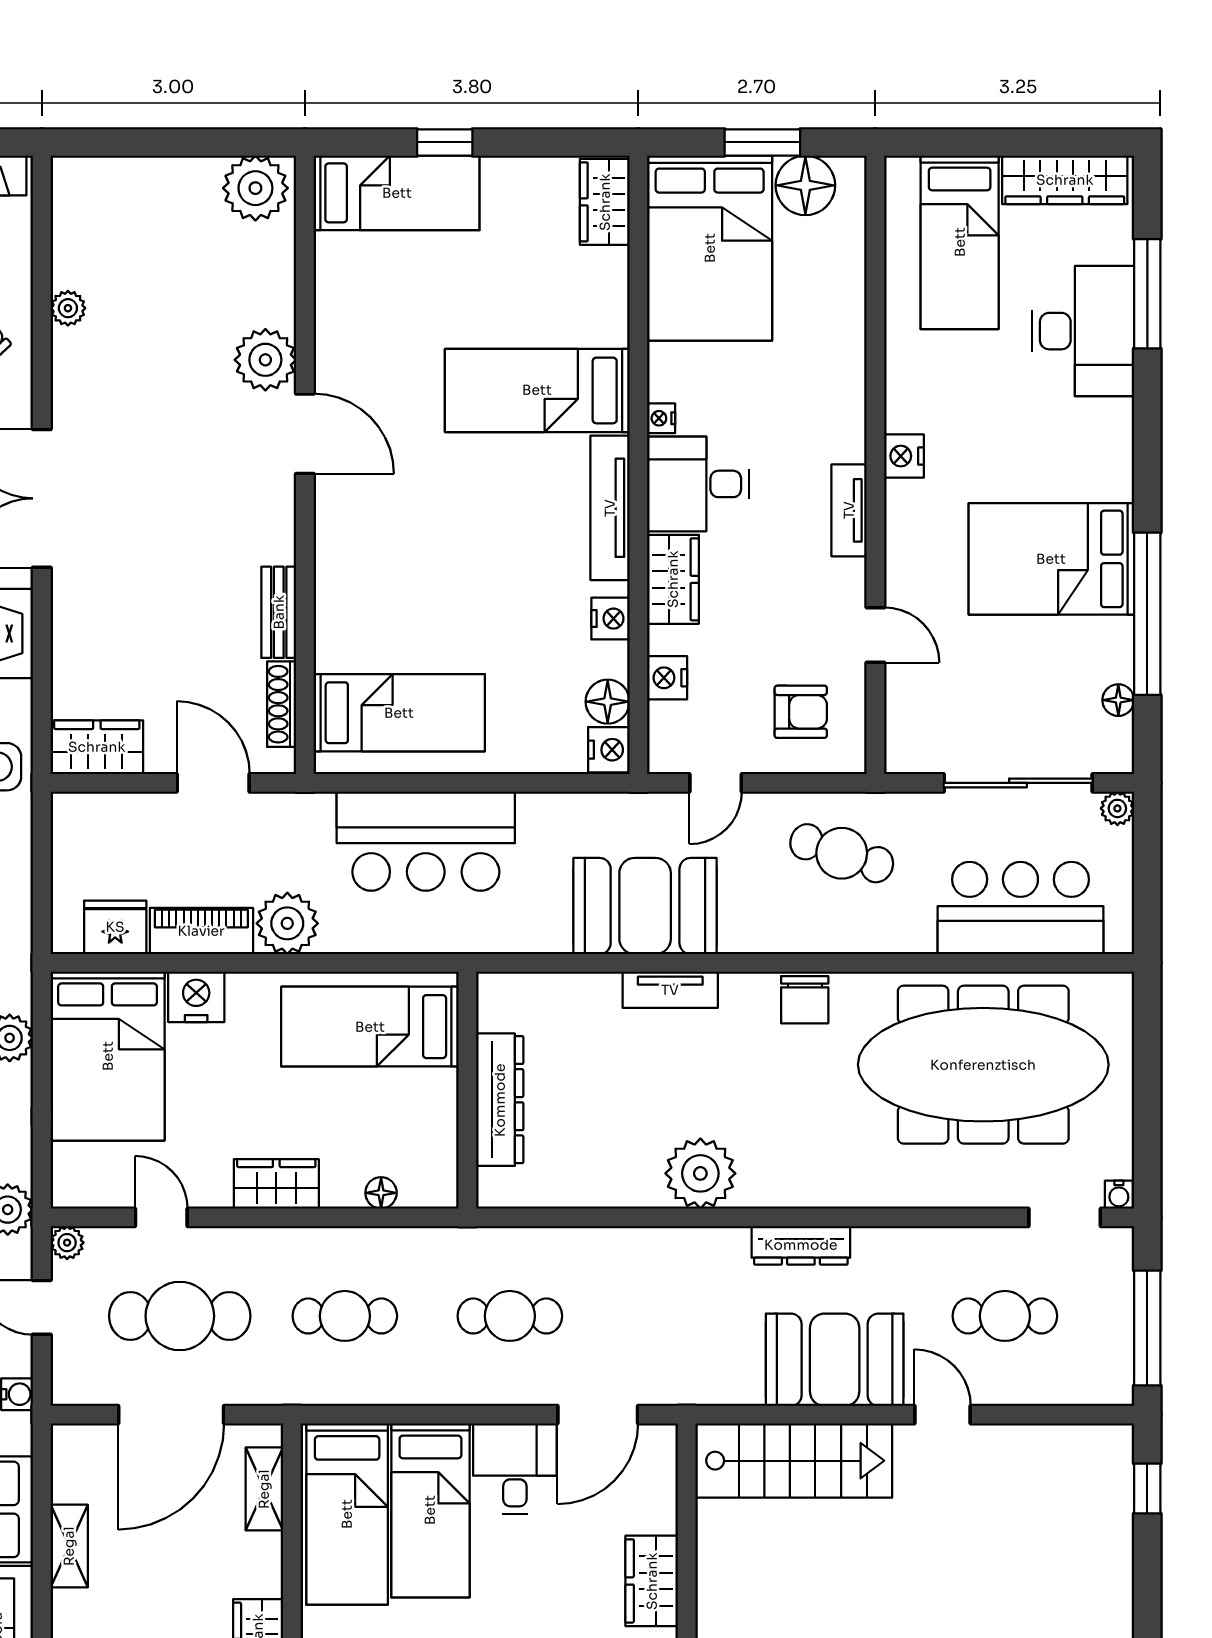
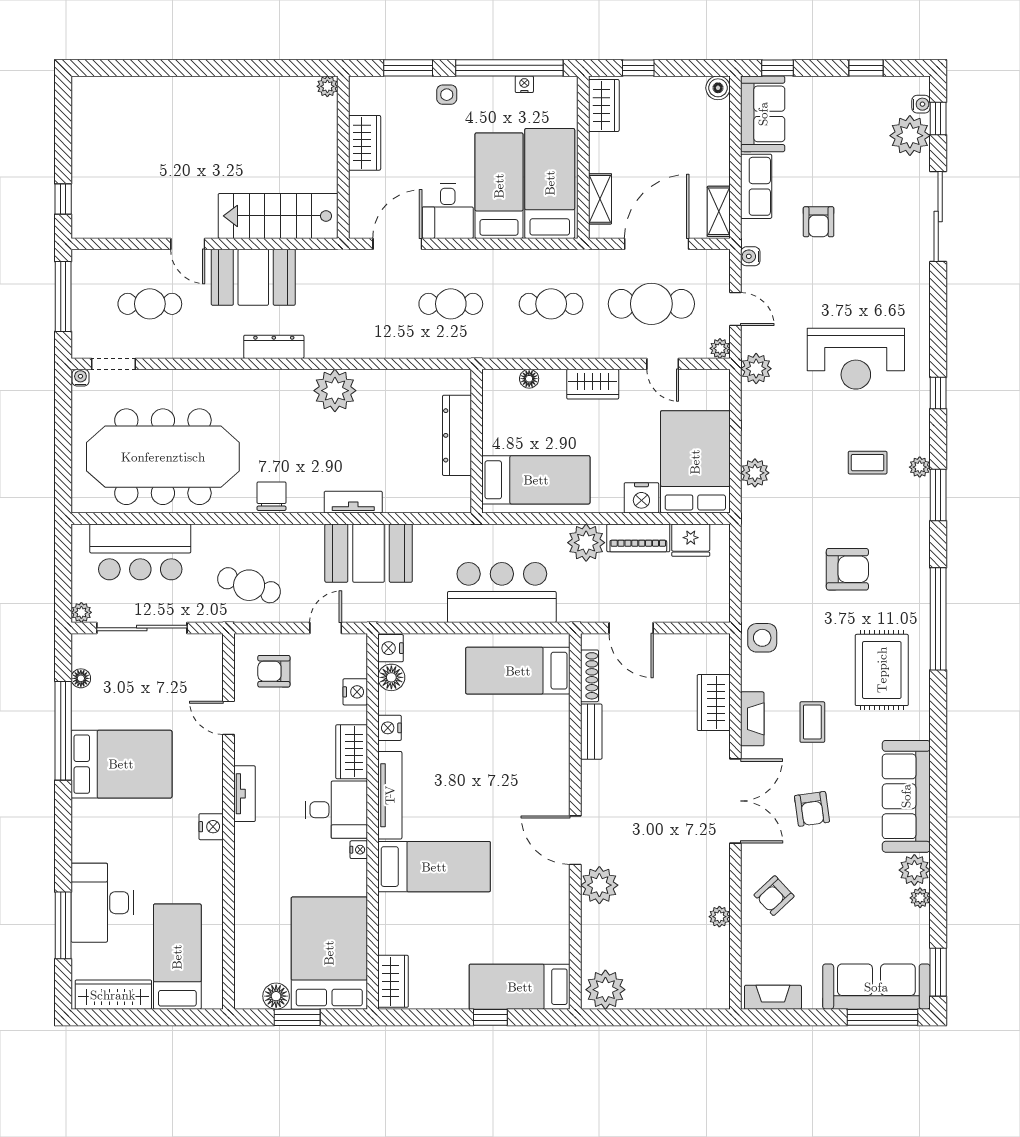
floor lamp: (805, 185) -> (276, 996), width x0.73, depth x0.73
wardrobe: (97, 747) -> (714, 703), moved, turned 90
shelving: (69, 1546) -> (719, 211), moved

